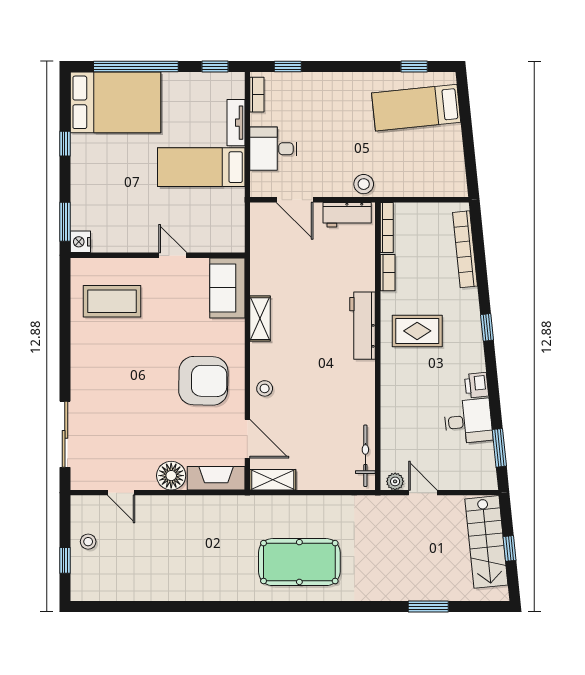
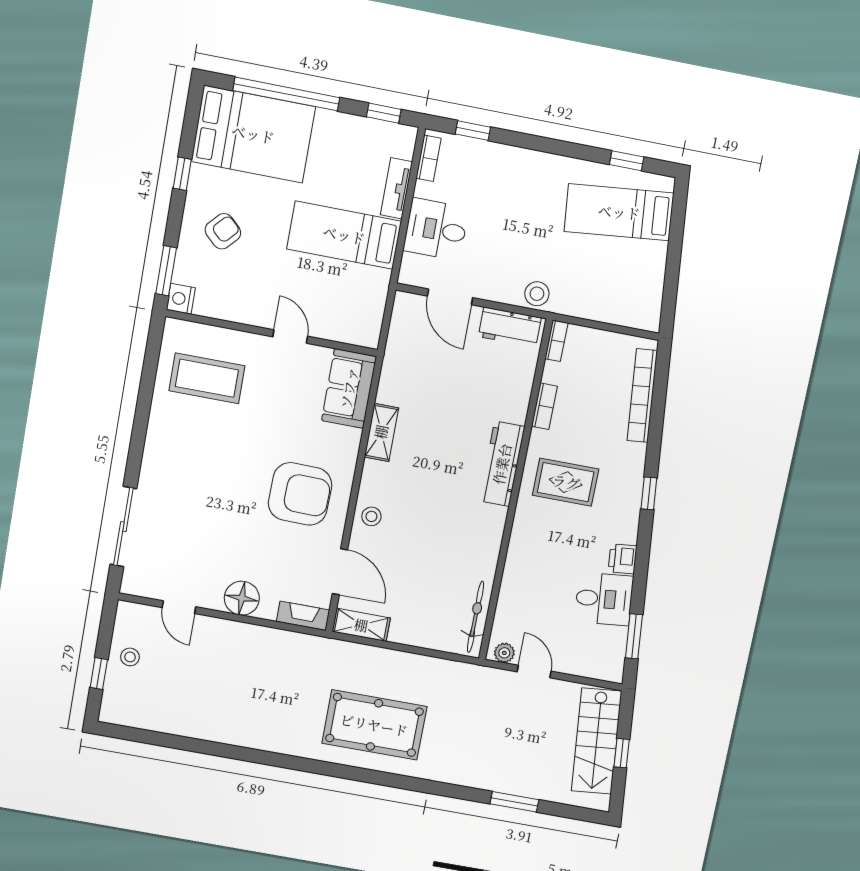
armchair: (105, 182) -> (223, 231), added
bookcase: (387, 227) -> (556, 341), width x0.64
fireplace: (216, 478) -> (303, 616), width x0.73, depth x0.76

